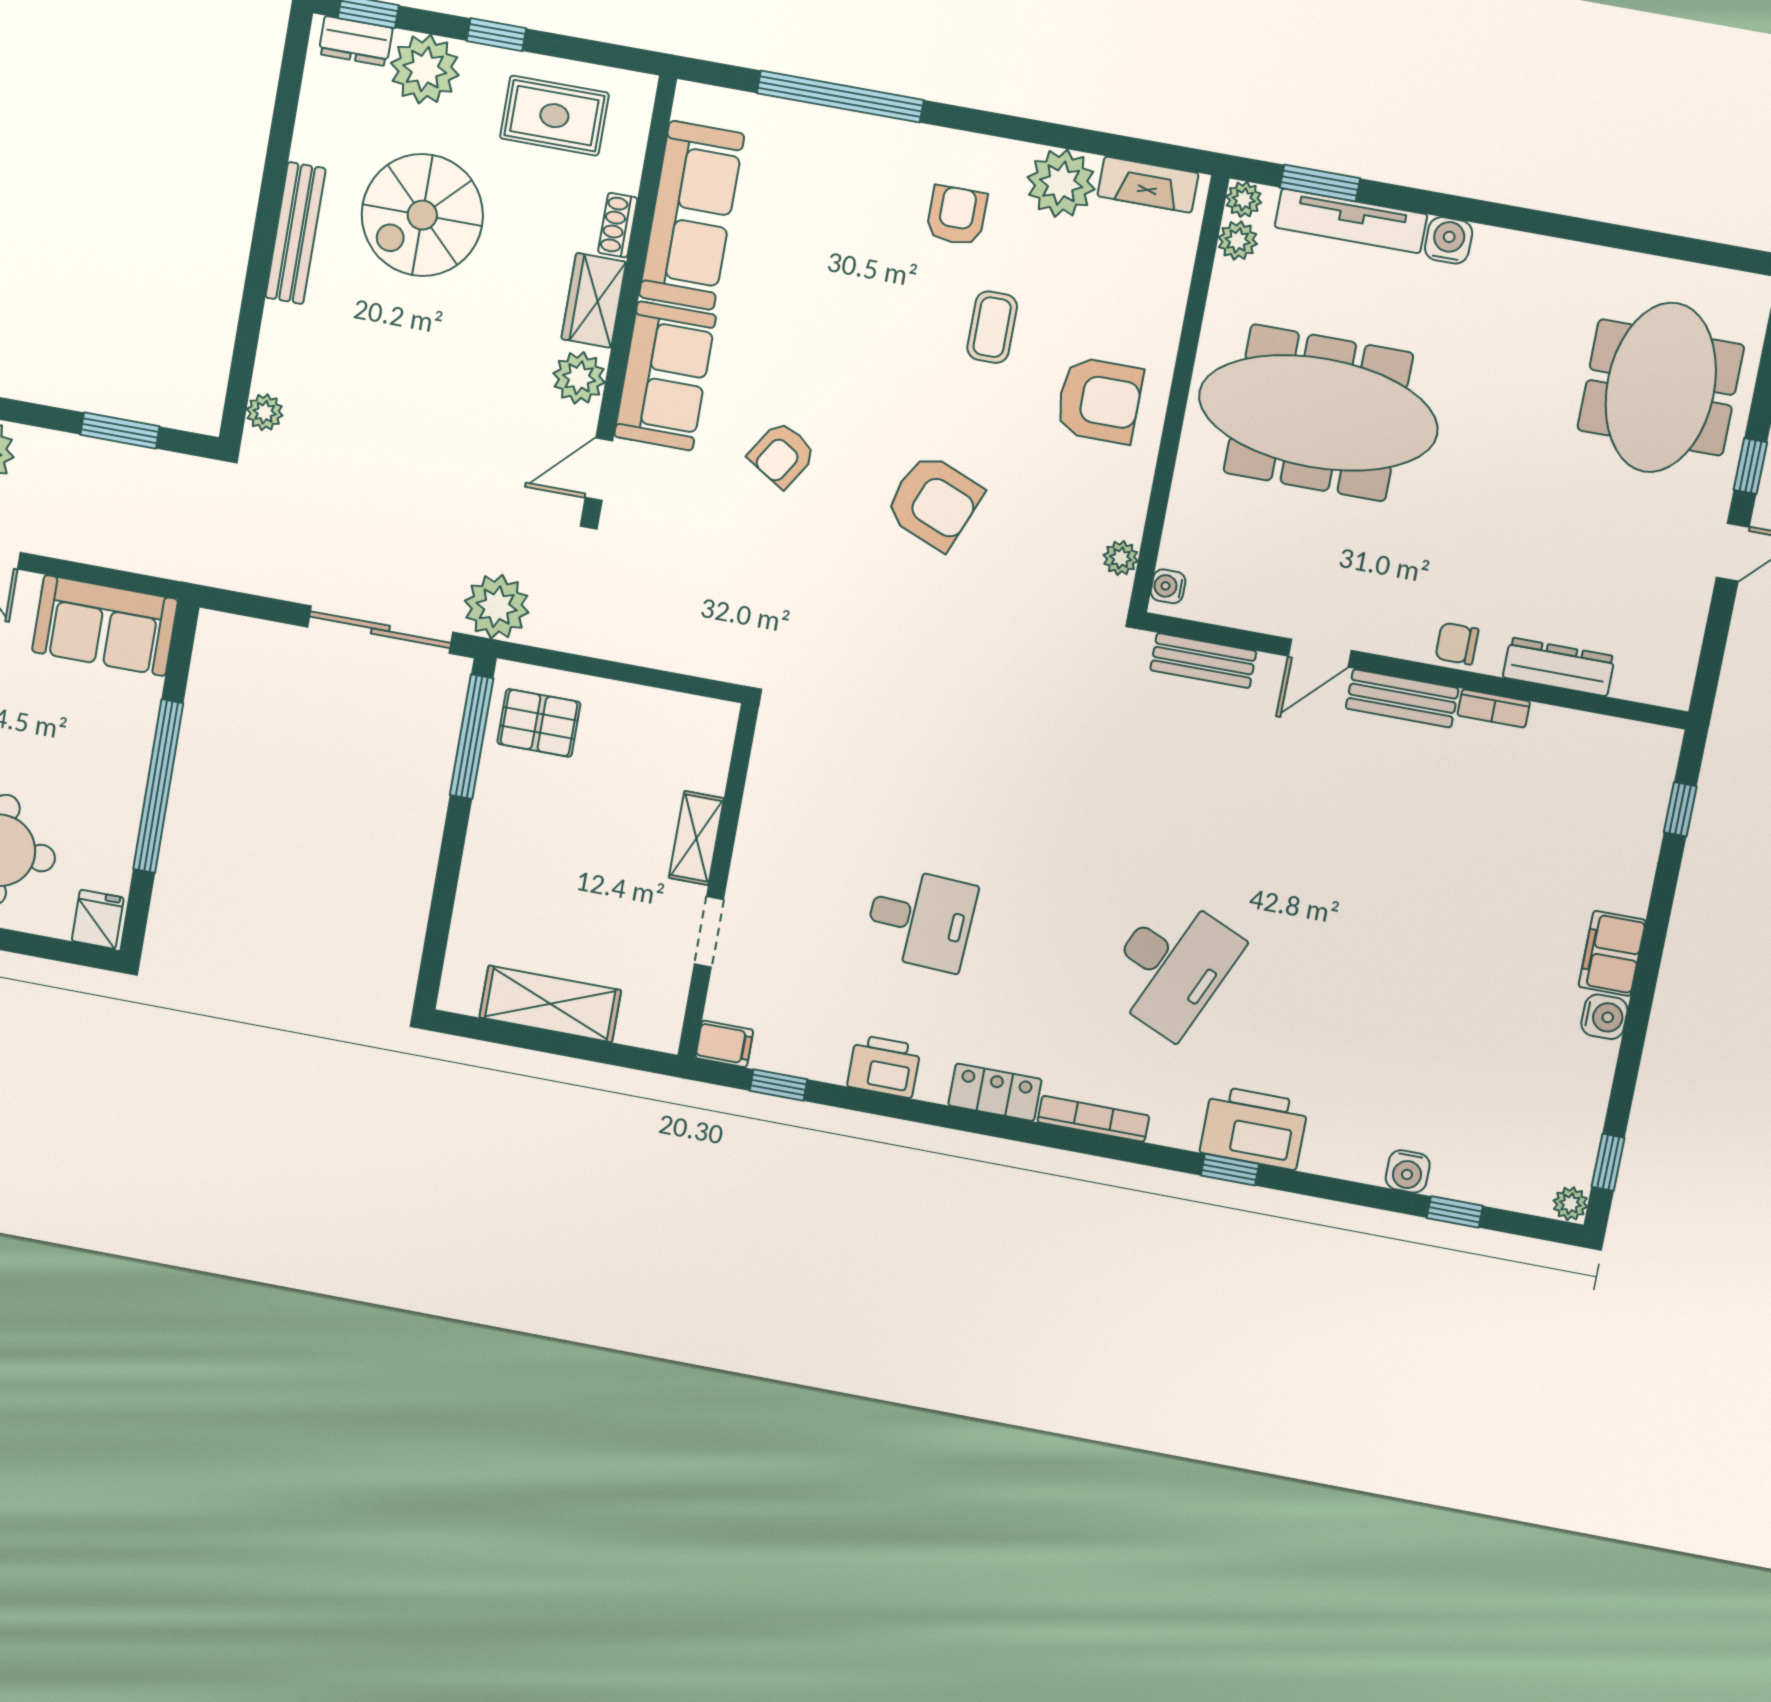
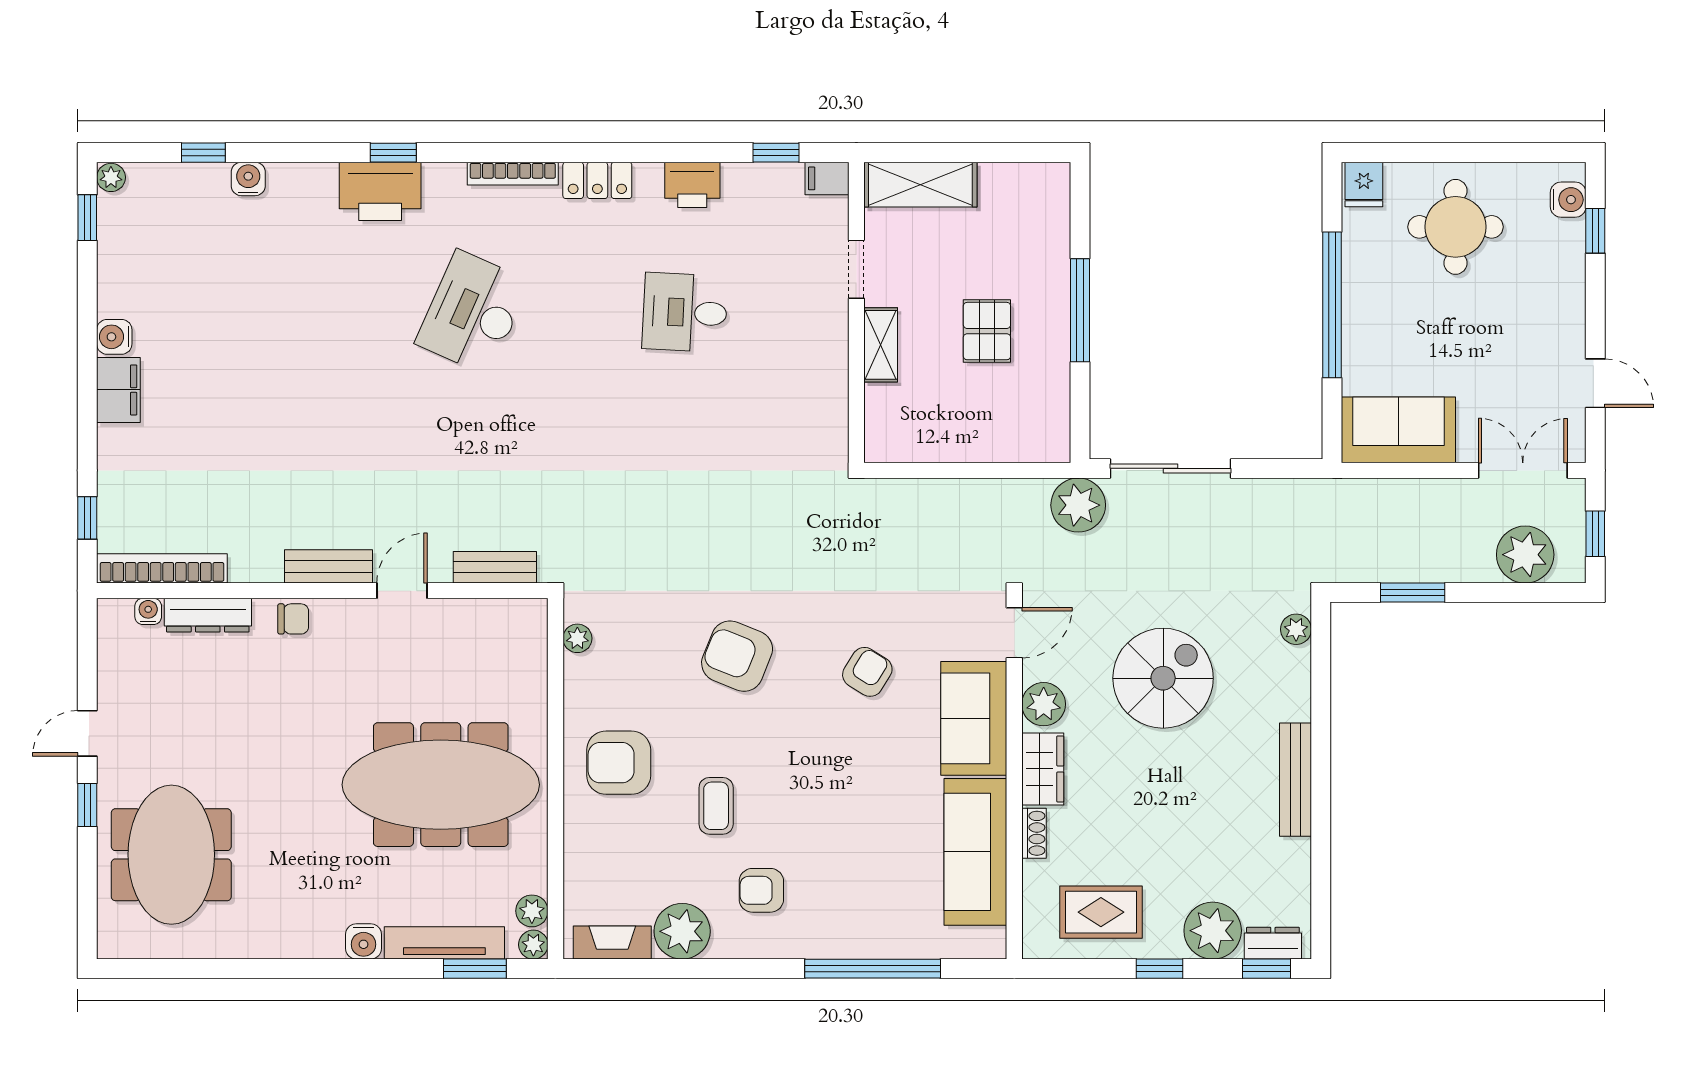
spiral stairs: (422, 215) -> (1163, 678), moved
armchair: (957, 215) -> (761, 890), turned 90
water cooler: (1168, 586) -> (148, 611), moved, turned -90
bookcase: (1494, 708) -> (162, 568), moved, width x2.31, depth x1.31
pallet: (539, 723) -> (987, 331), moved, turned 90
window: (472, 737) -> (1080, 310), moved
shelving: (550, 1004) -> (920, 185), moved

